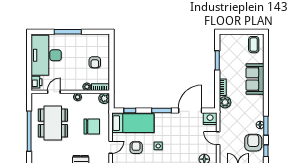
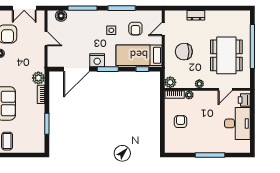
desk: (46, 55) -> (237, 123), width x0.73, depth x0.77
nightstand: (210, 119) -> (97, 60), moved

